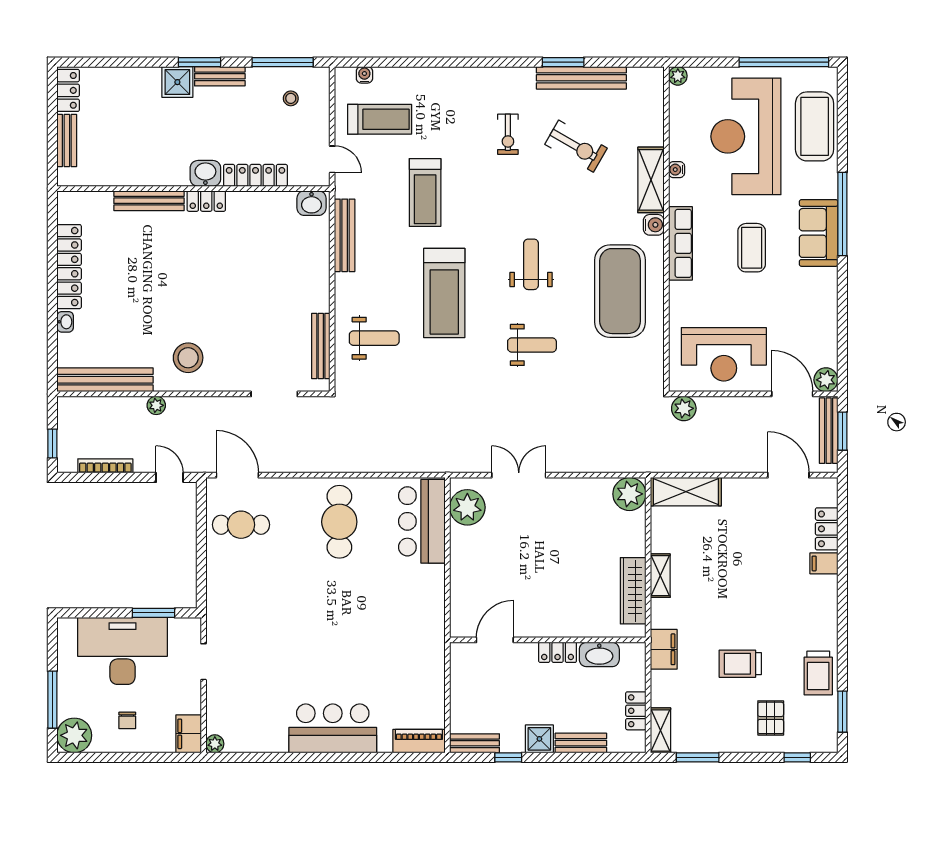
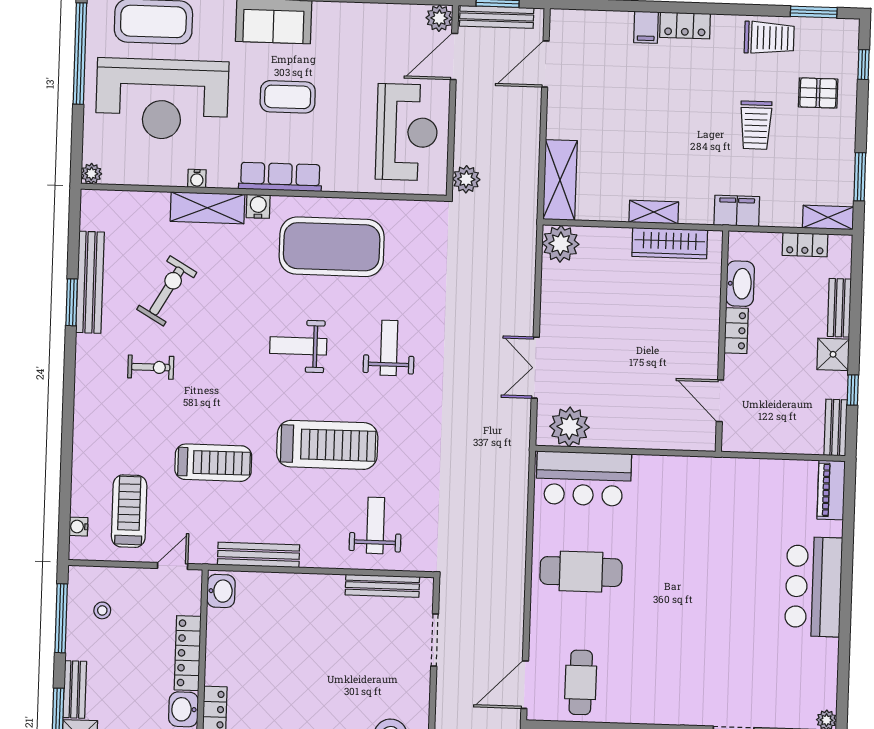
locker: (827, 529) -> (685, 25), moved

